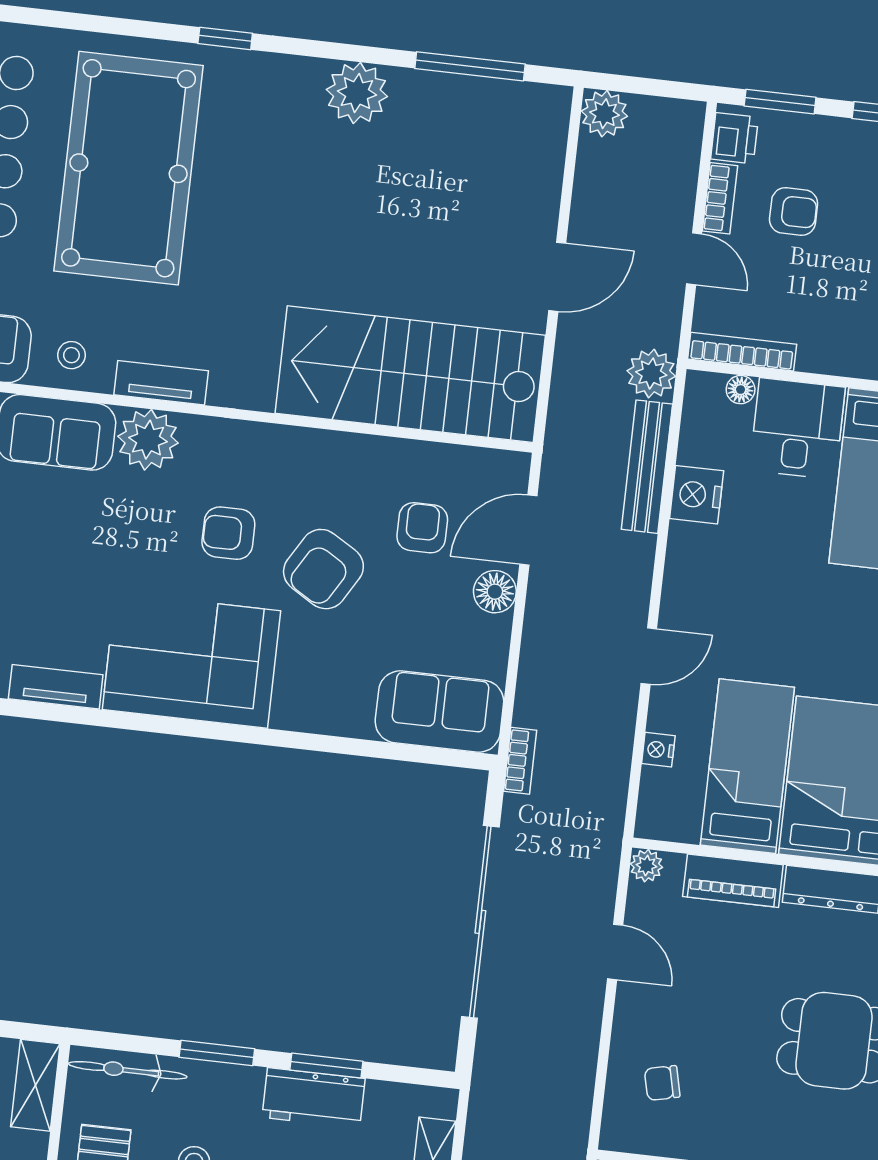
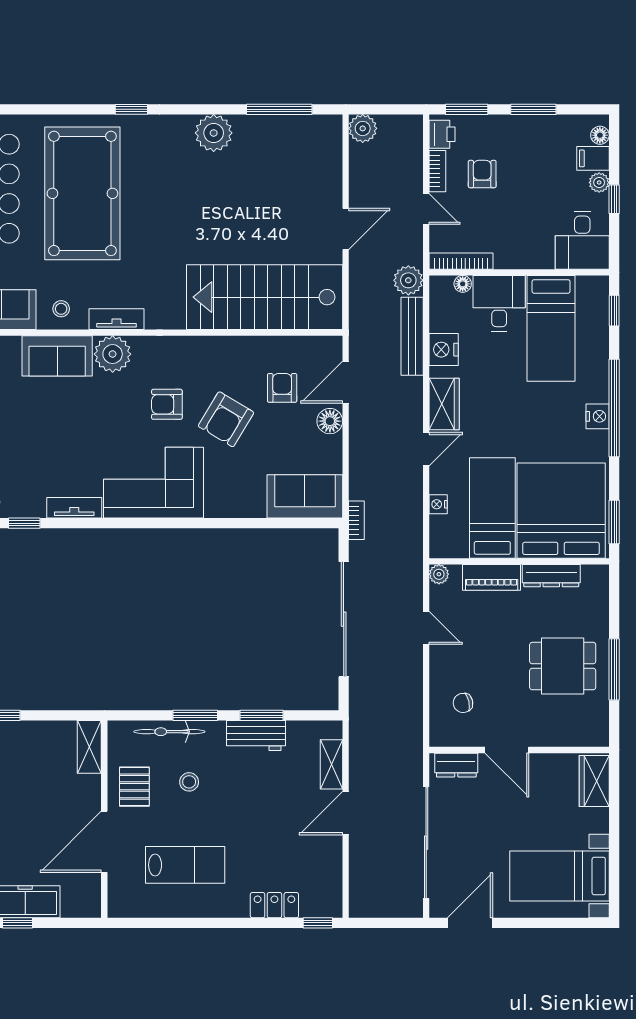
armchair: (794, 212) -> (482, 174), turned -90
wardrobe: (687, 585) -> (444, 404), added
bicycle: (128, 1070) -> (169, 732), moved

